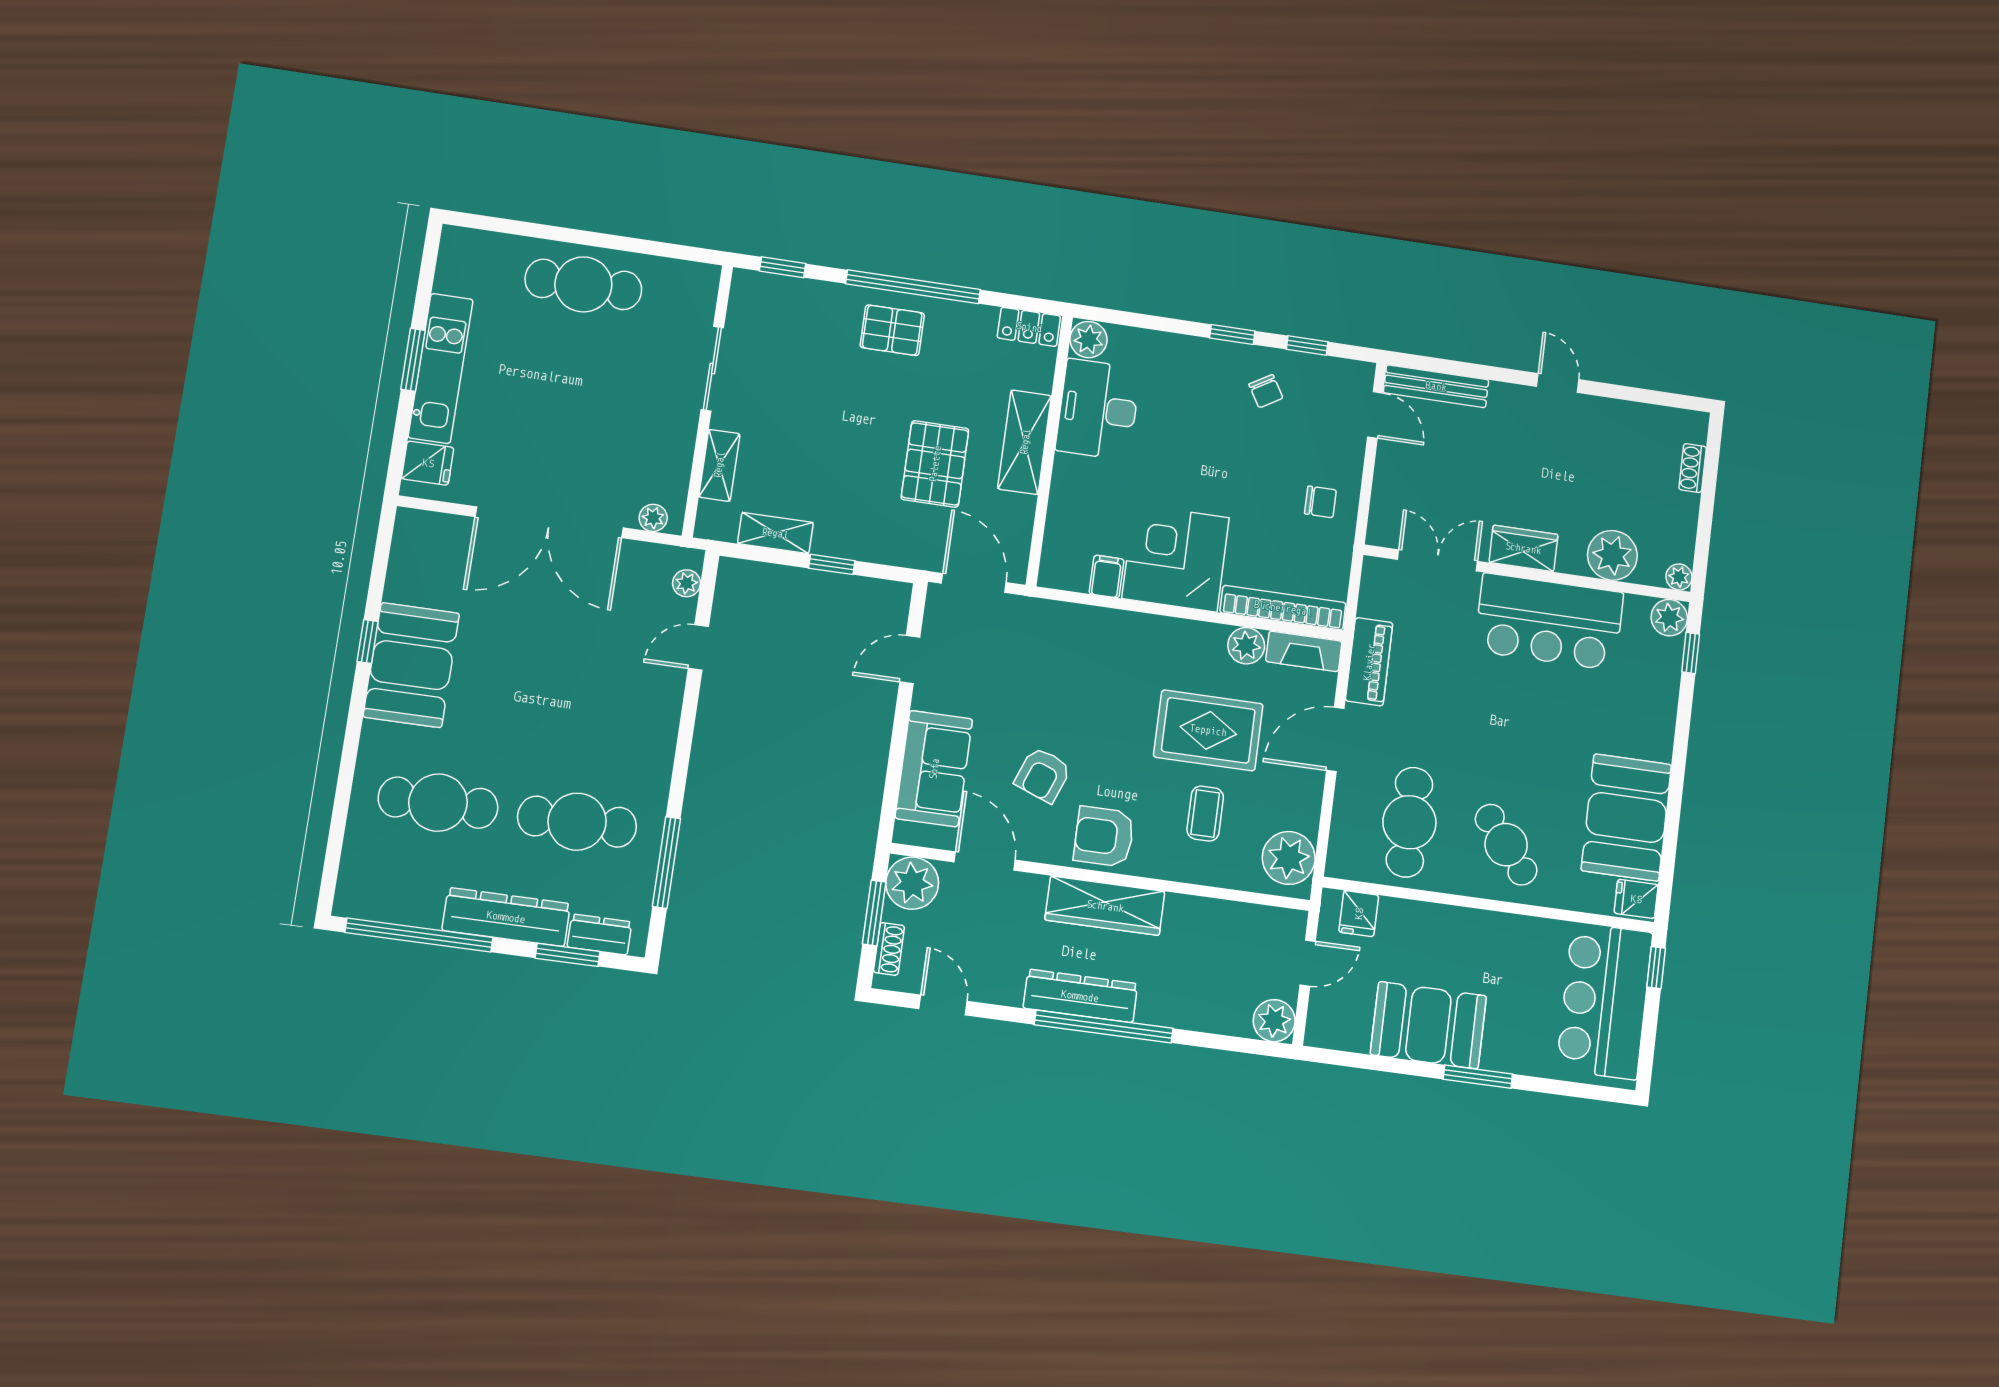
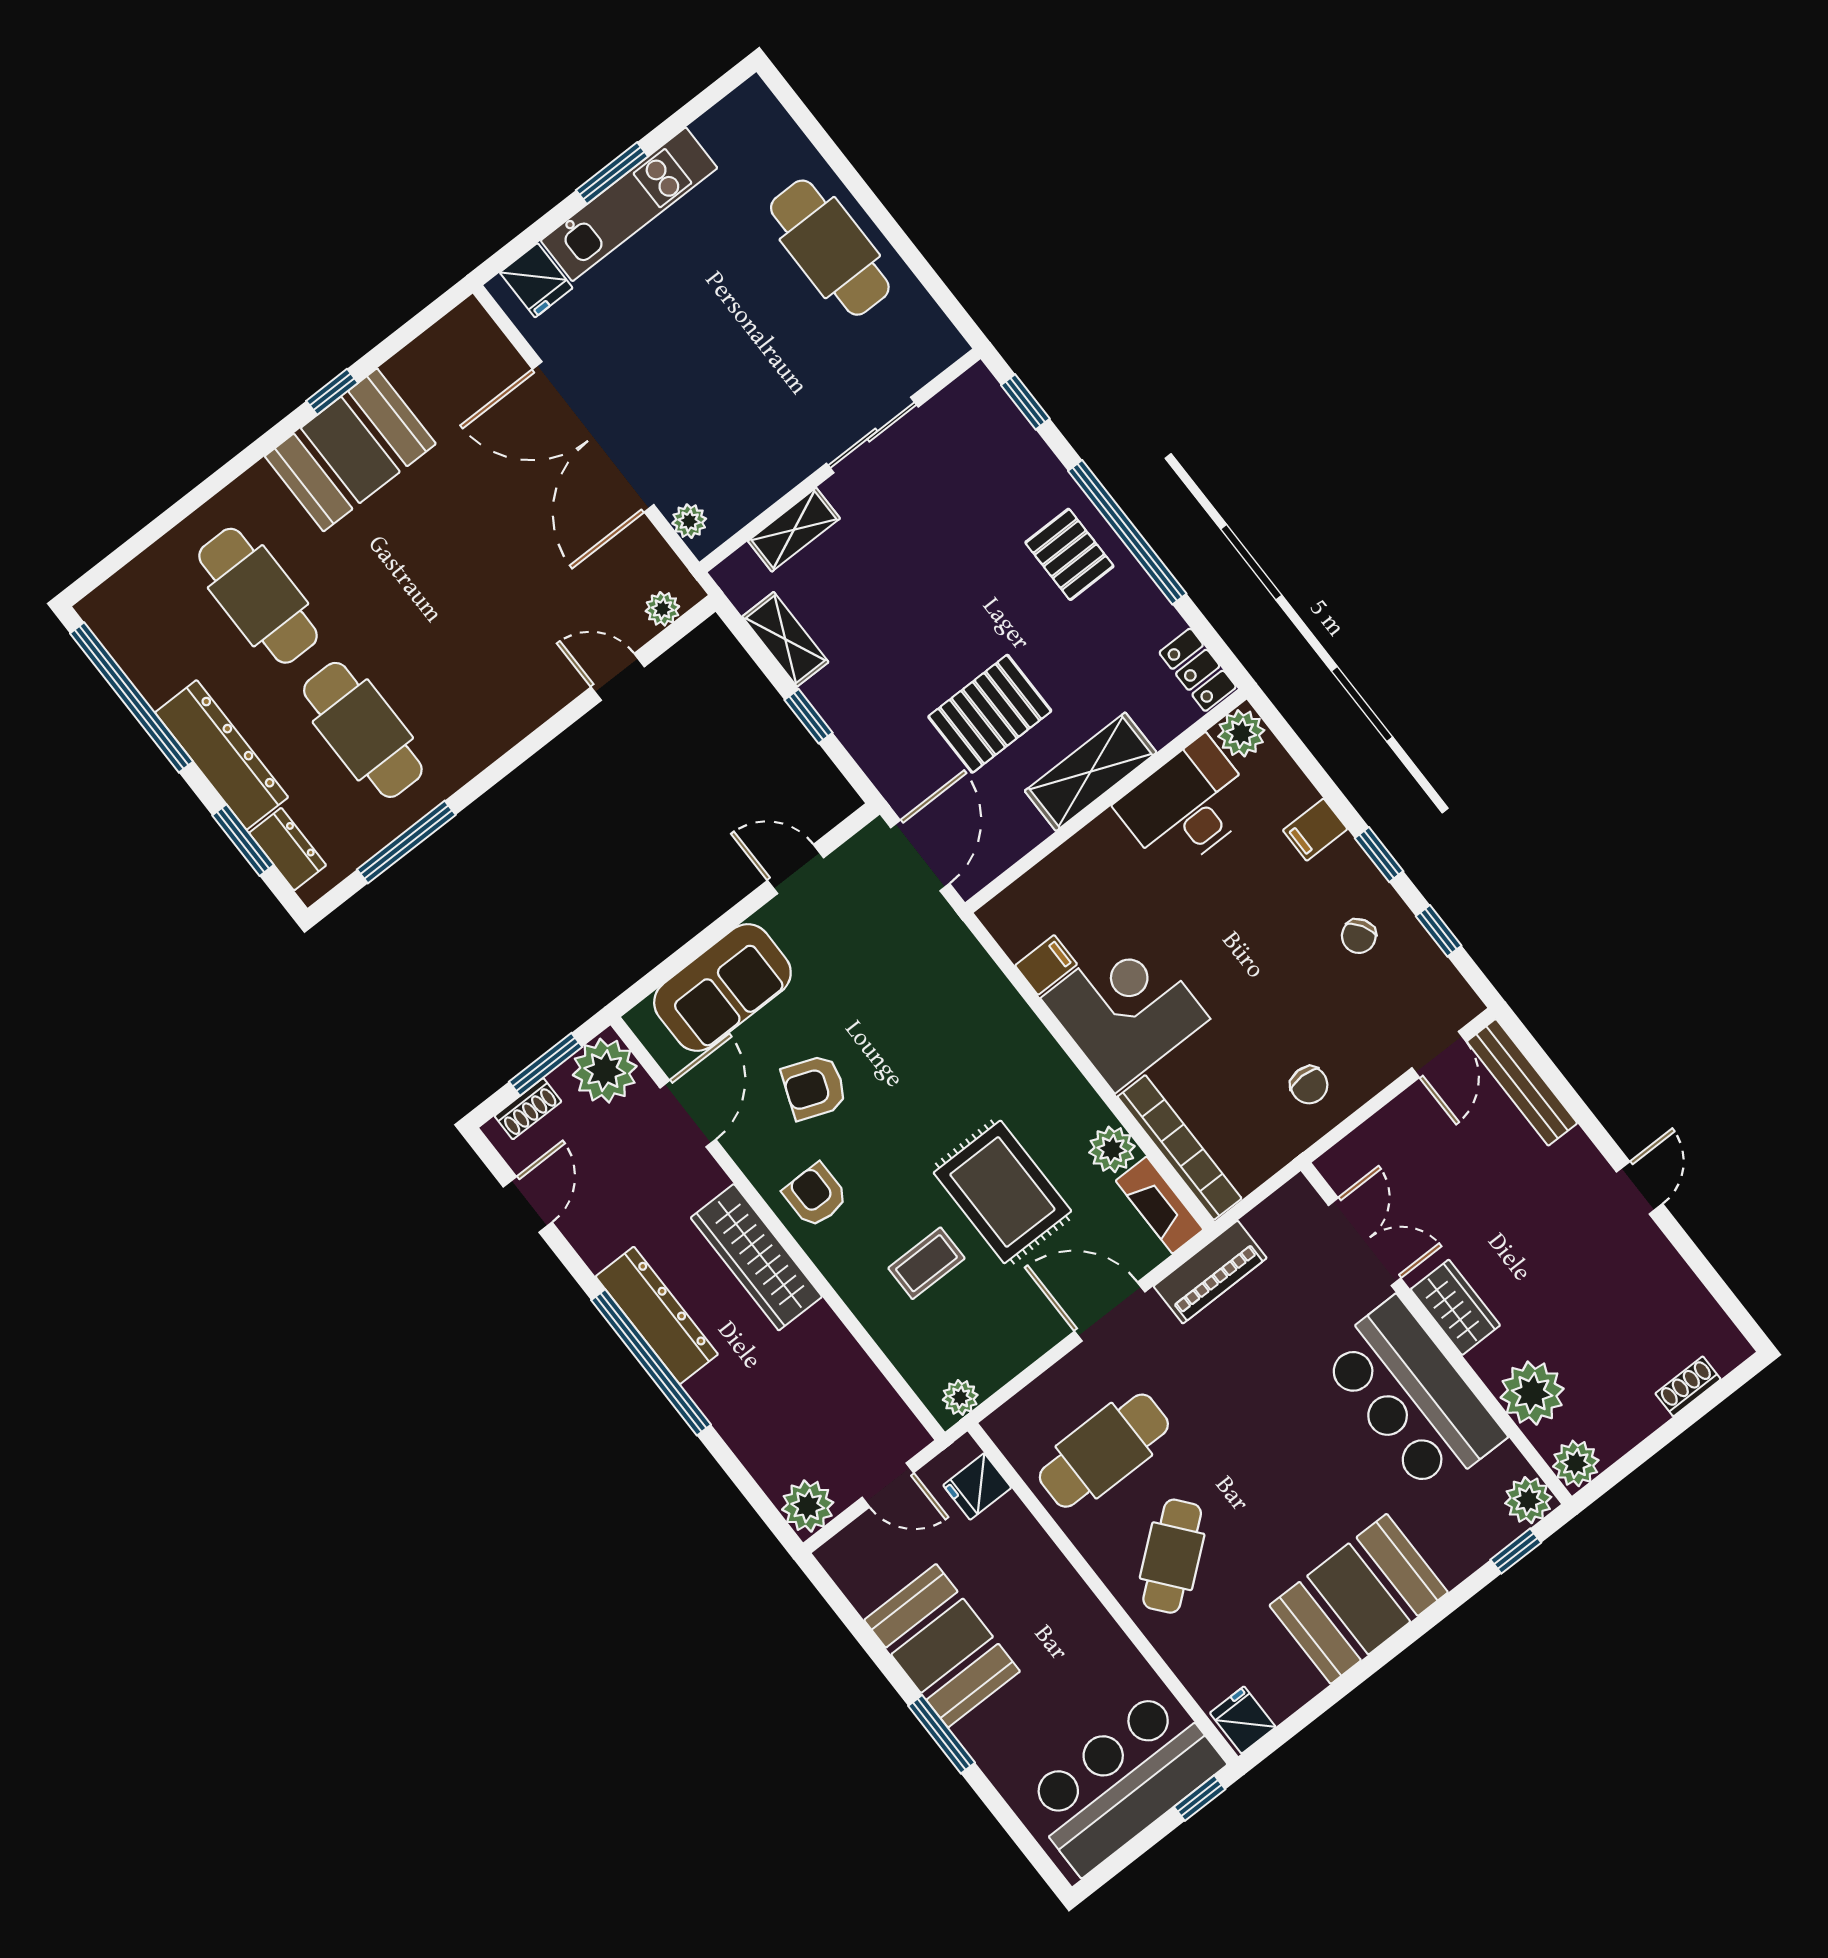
filing cabinet: (1183, 354) -> (1315, 830), added
plant: (1679, 577) -> (1576, 1463), width x1.38, depth x1.38
booth: (1626, 818) -> (1359, 1599), moved
armchair: (1104, 837) -> (815, 1195), width x0.72, depth x0.72
plant: (1289, 858) -> (960, 1397), width x0.53, depth x0.53

